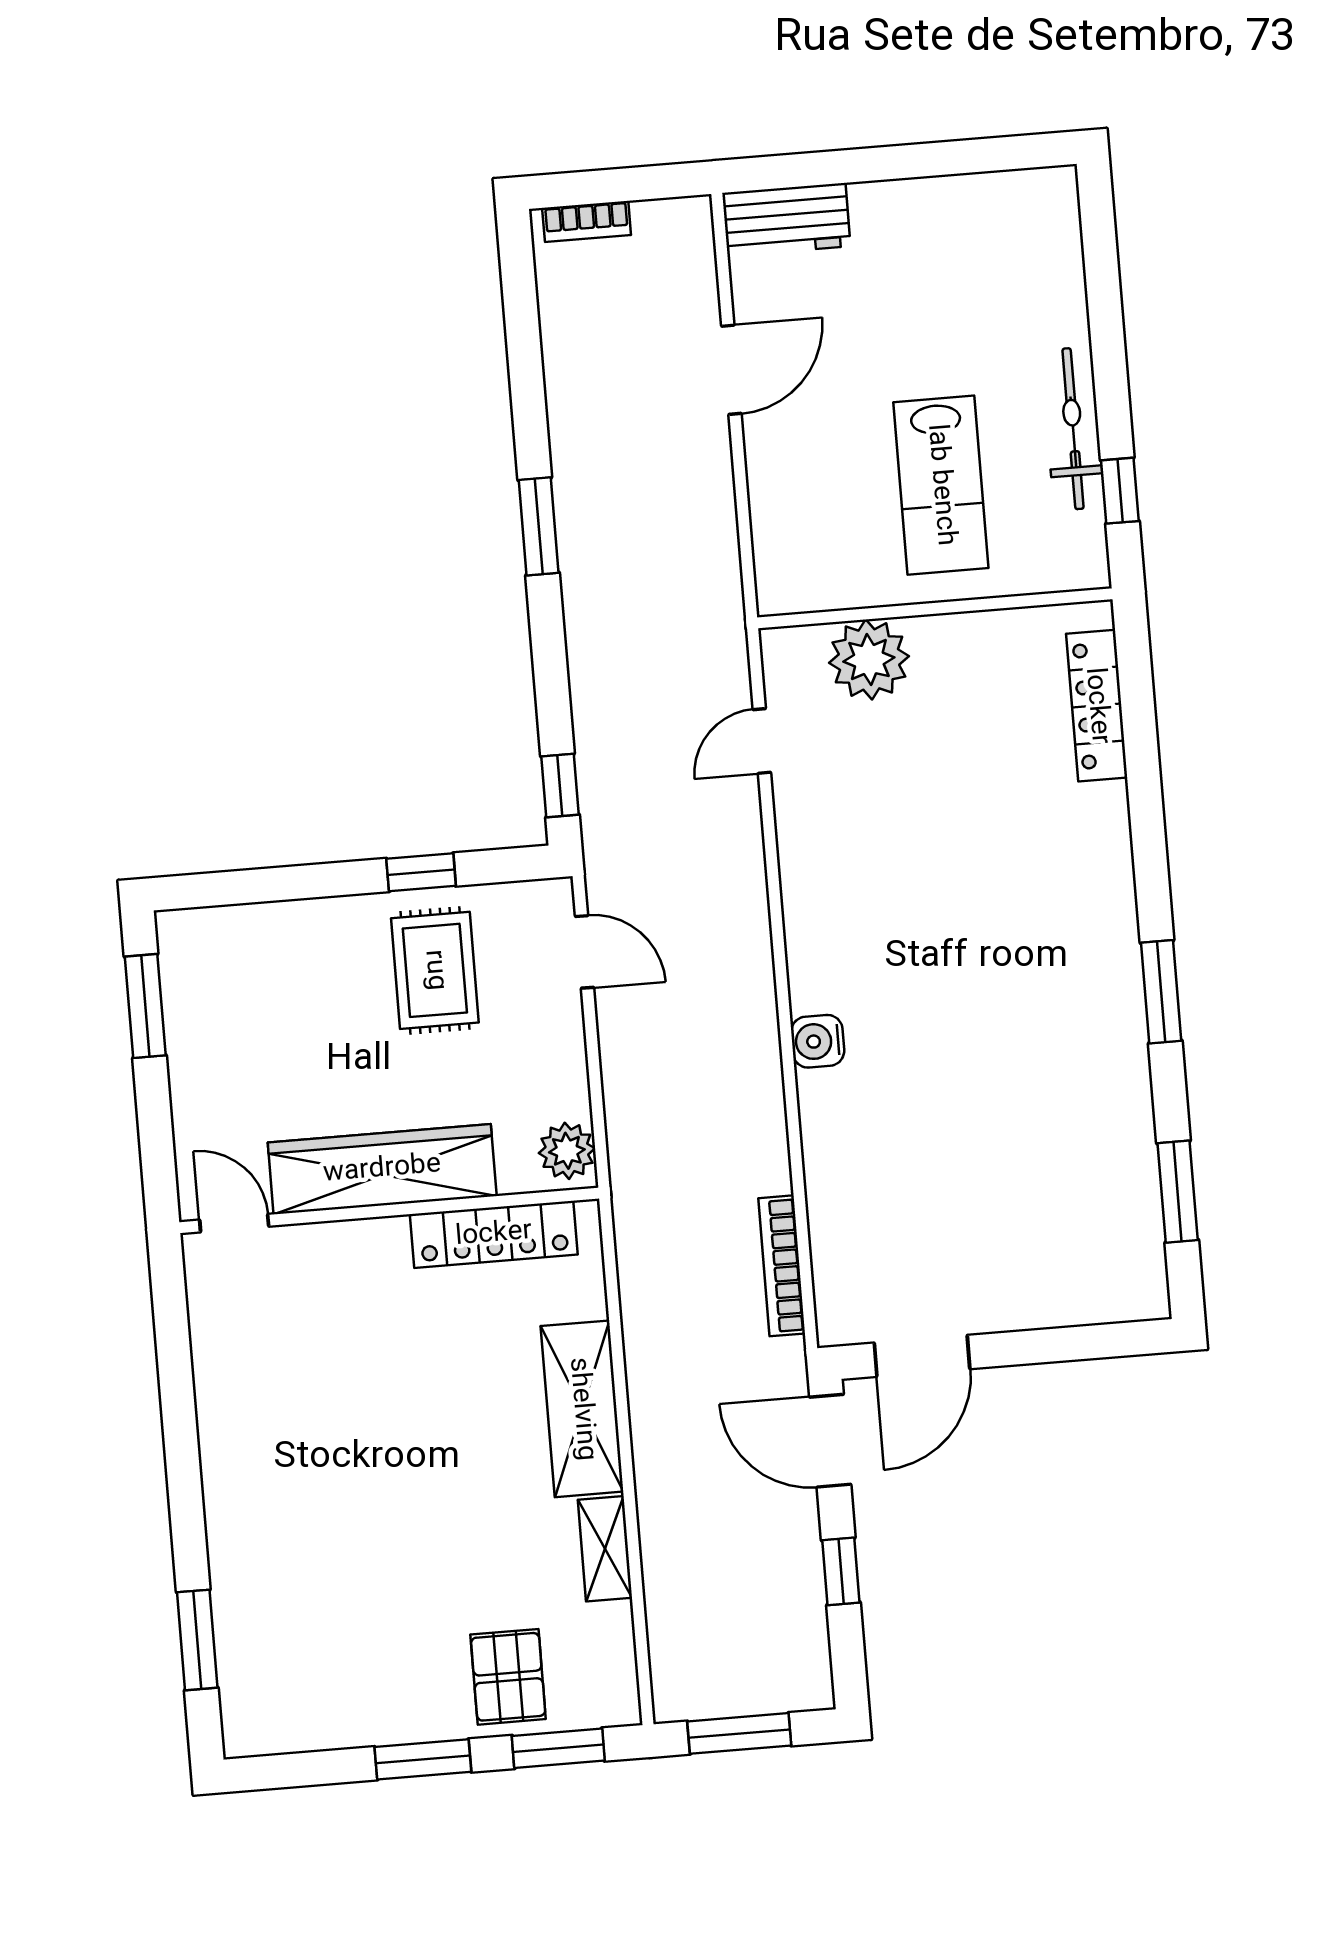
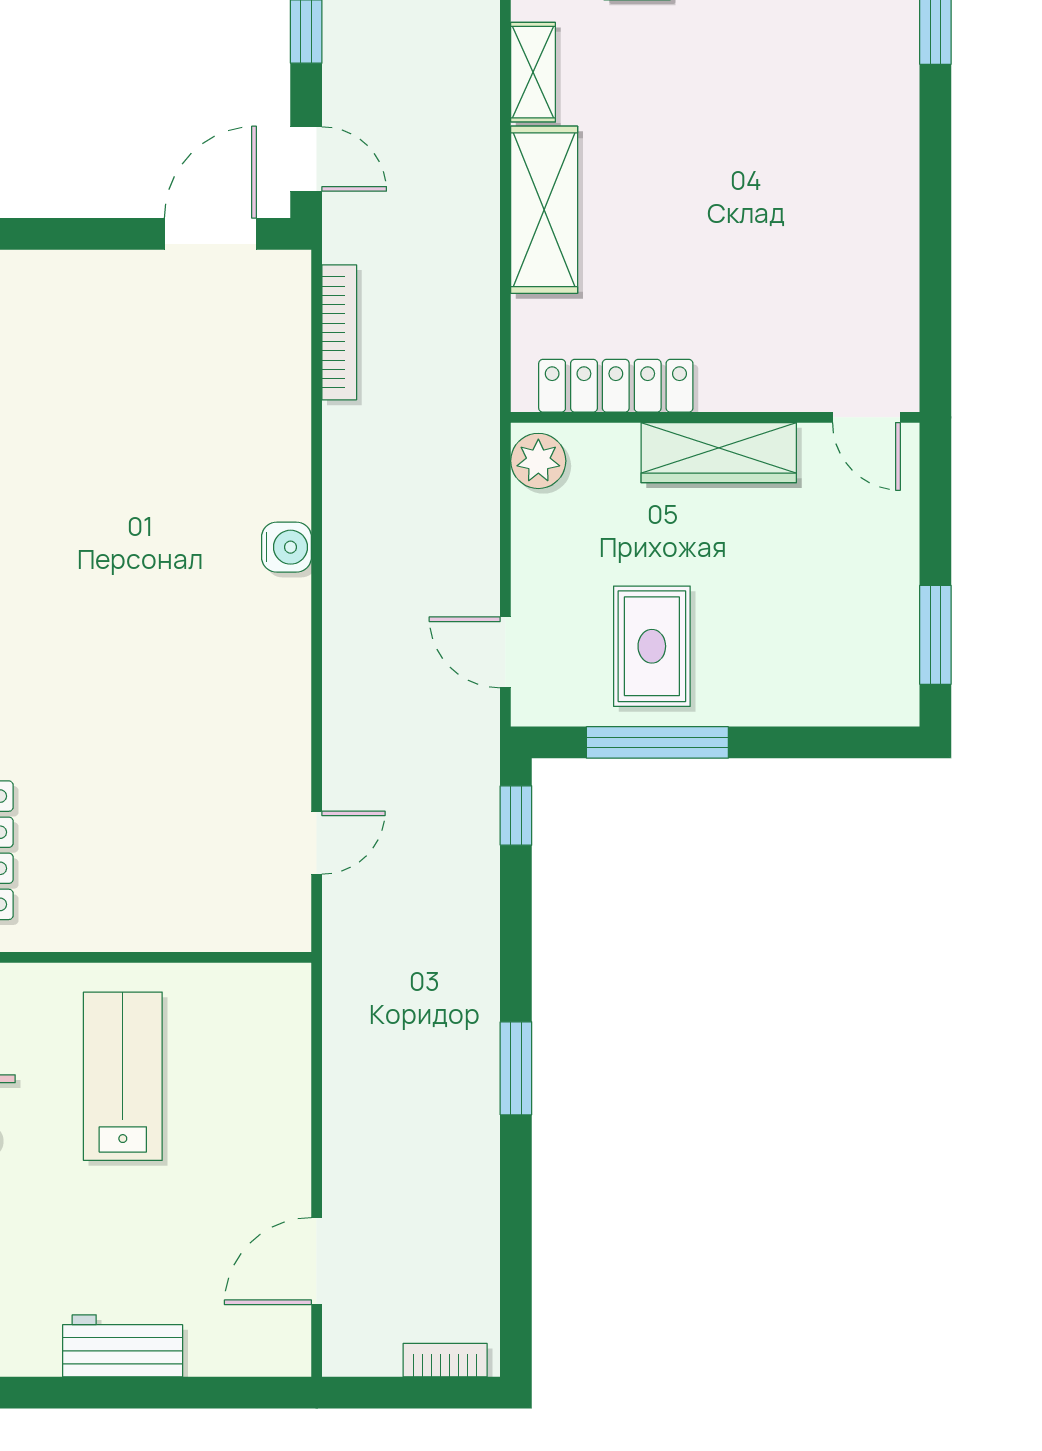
workbench: (786, 220) -> (123, 1346), moved
door: (731, 370) -> (317, 1261), moved
plant: (869, 660) -> (206, 913), removed
window: (421, 872) -> (657, 742), width x2.17
wardrobe: (382, 1169) -> (719, 453), width x0.71, depth x0.85
door: (830, 1441) -> (306, 159), width x0.73

